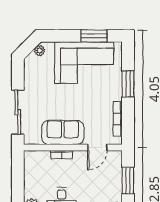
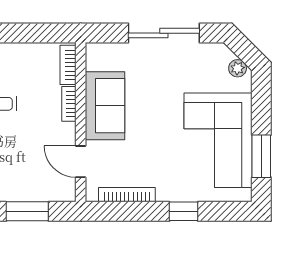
window: (128, 84) -> (184, 211), width x0.67
sliding door: (18, 112) -> (164, 33), moved
bookcase: (37, 155) -> (68, 65), added

